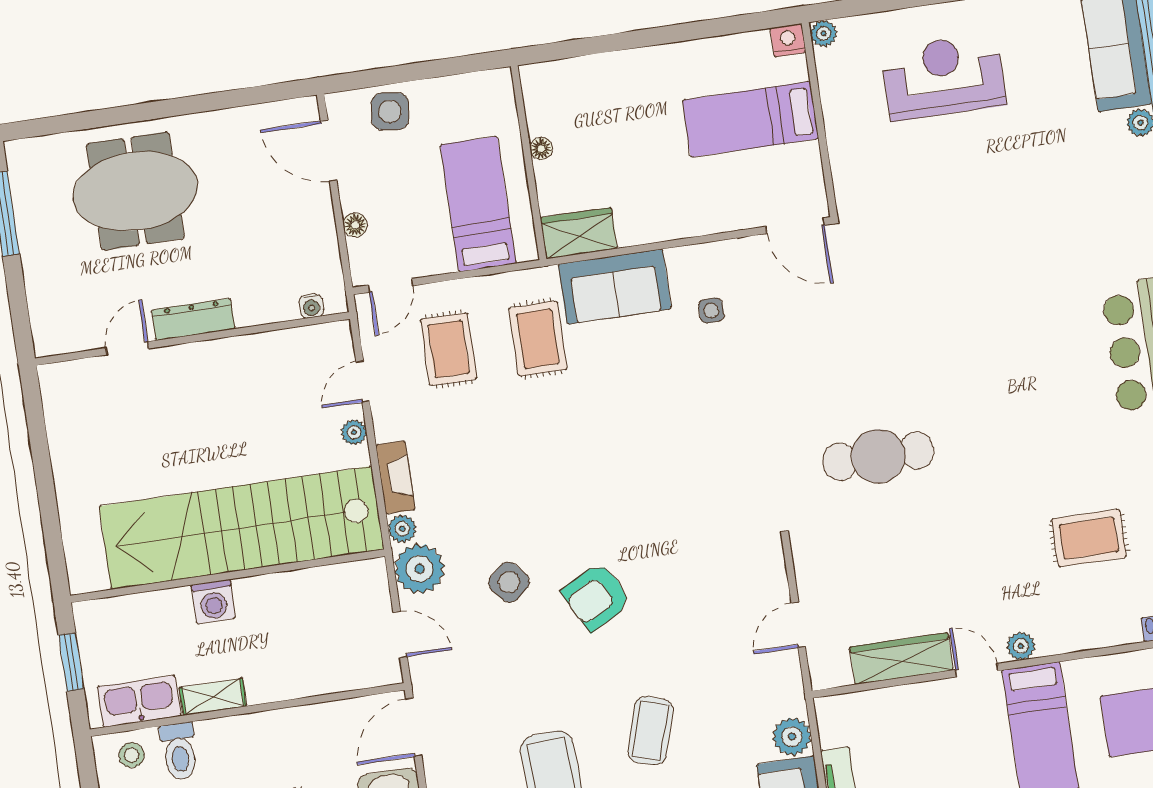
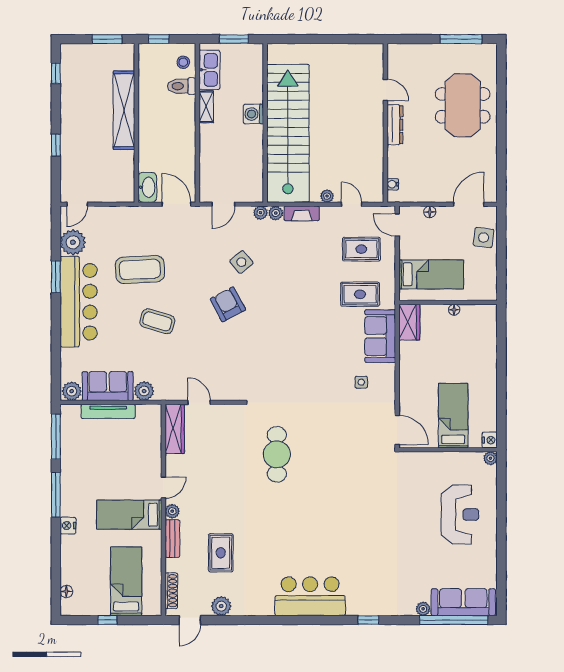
door: (795, 226) -> (397, 430), swing flipped
plant: (419, 569) -> (261, 213), width x0.53, depth x0.53
bench: (1075, 638) -> (172, 539), added
wardrobe: (901, 659) -> (175, 429), moved

